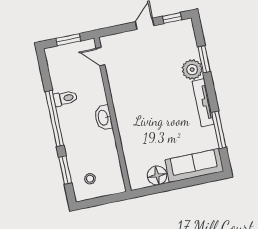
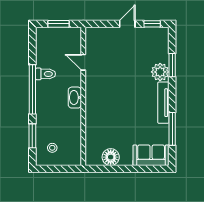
door: (100, 57) -> (83, 62), moved
sofa: (194, 166) -> (151, 155), width x0.73

